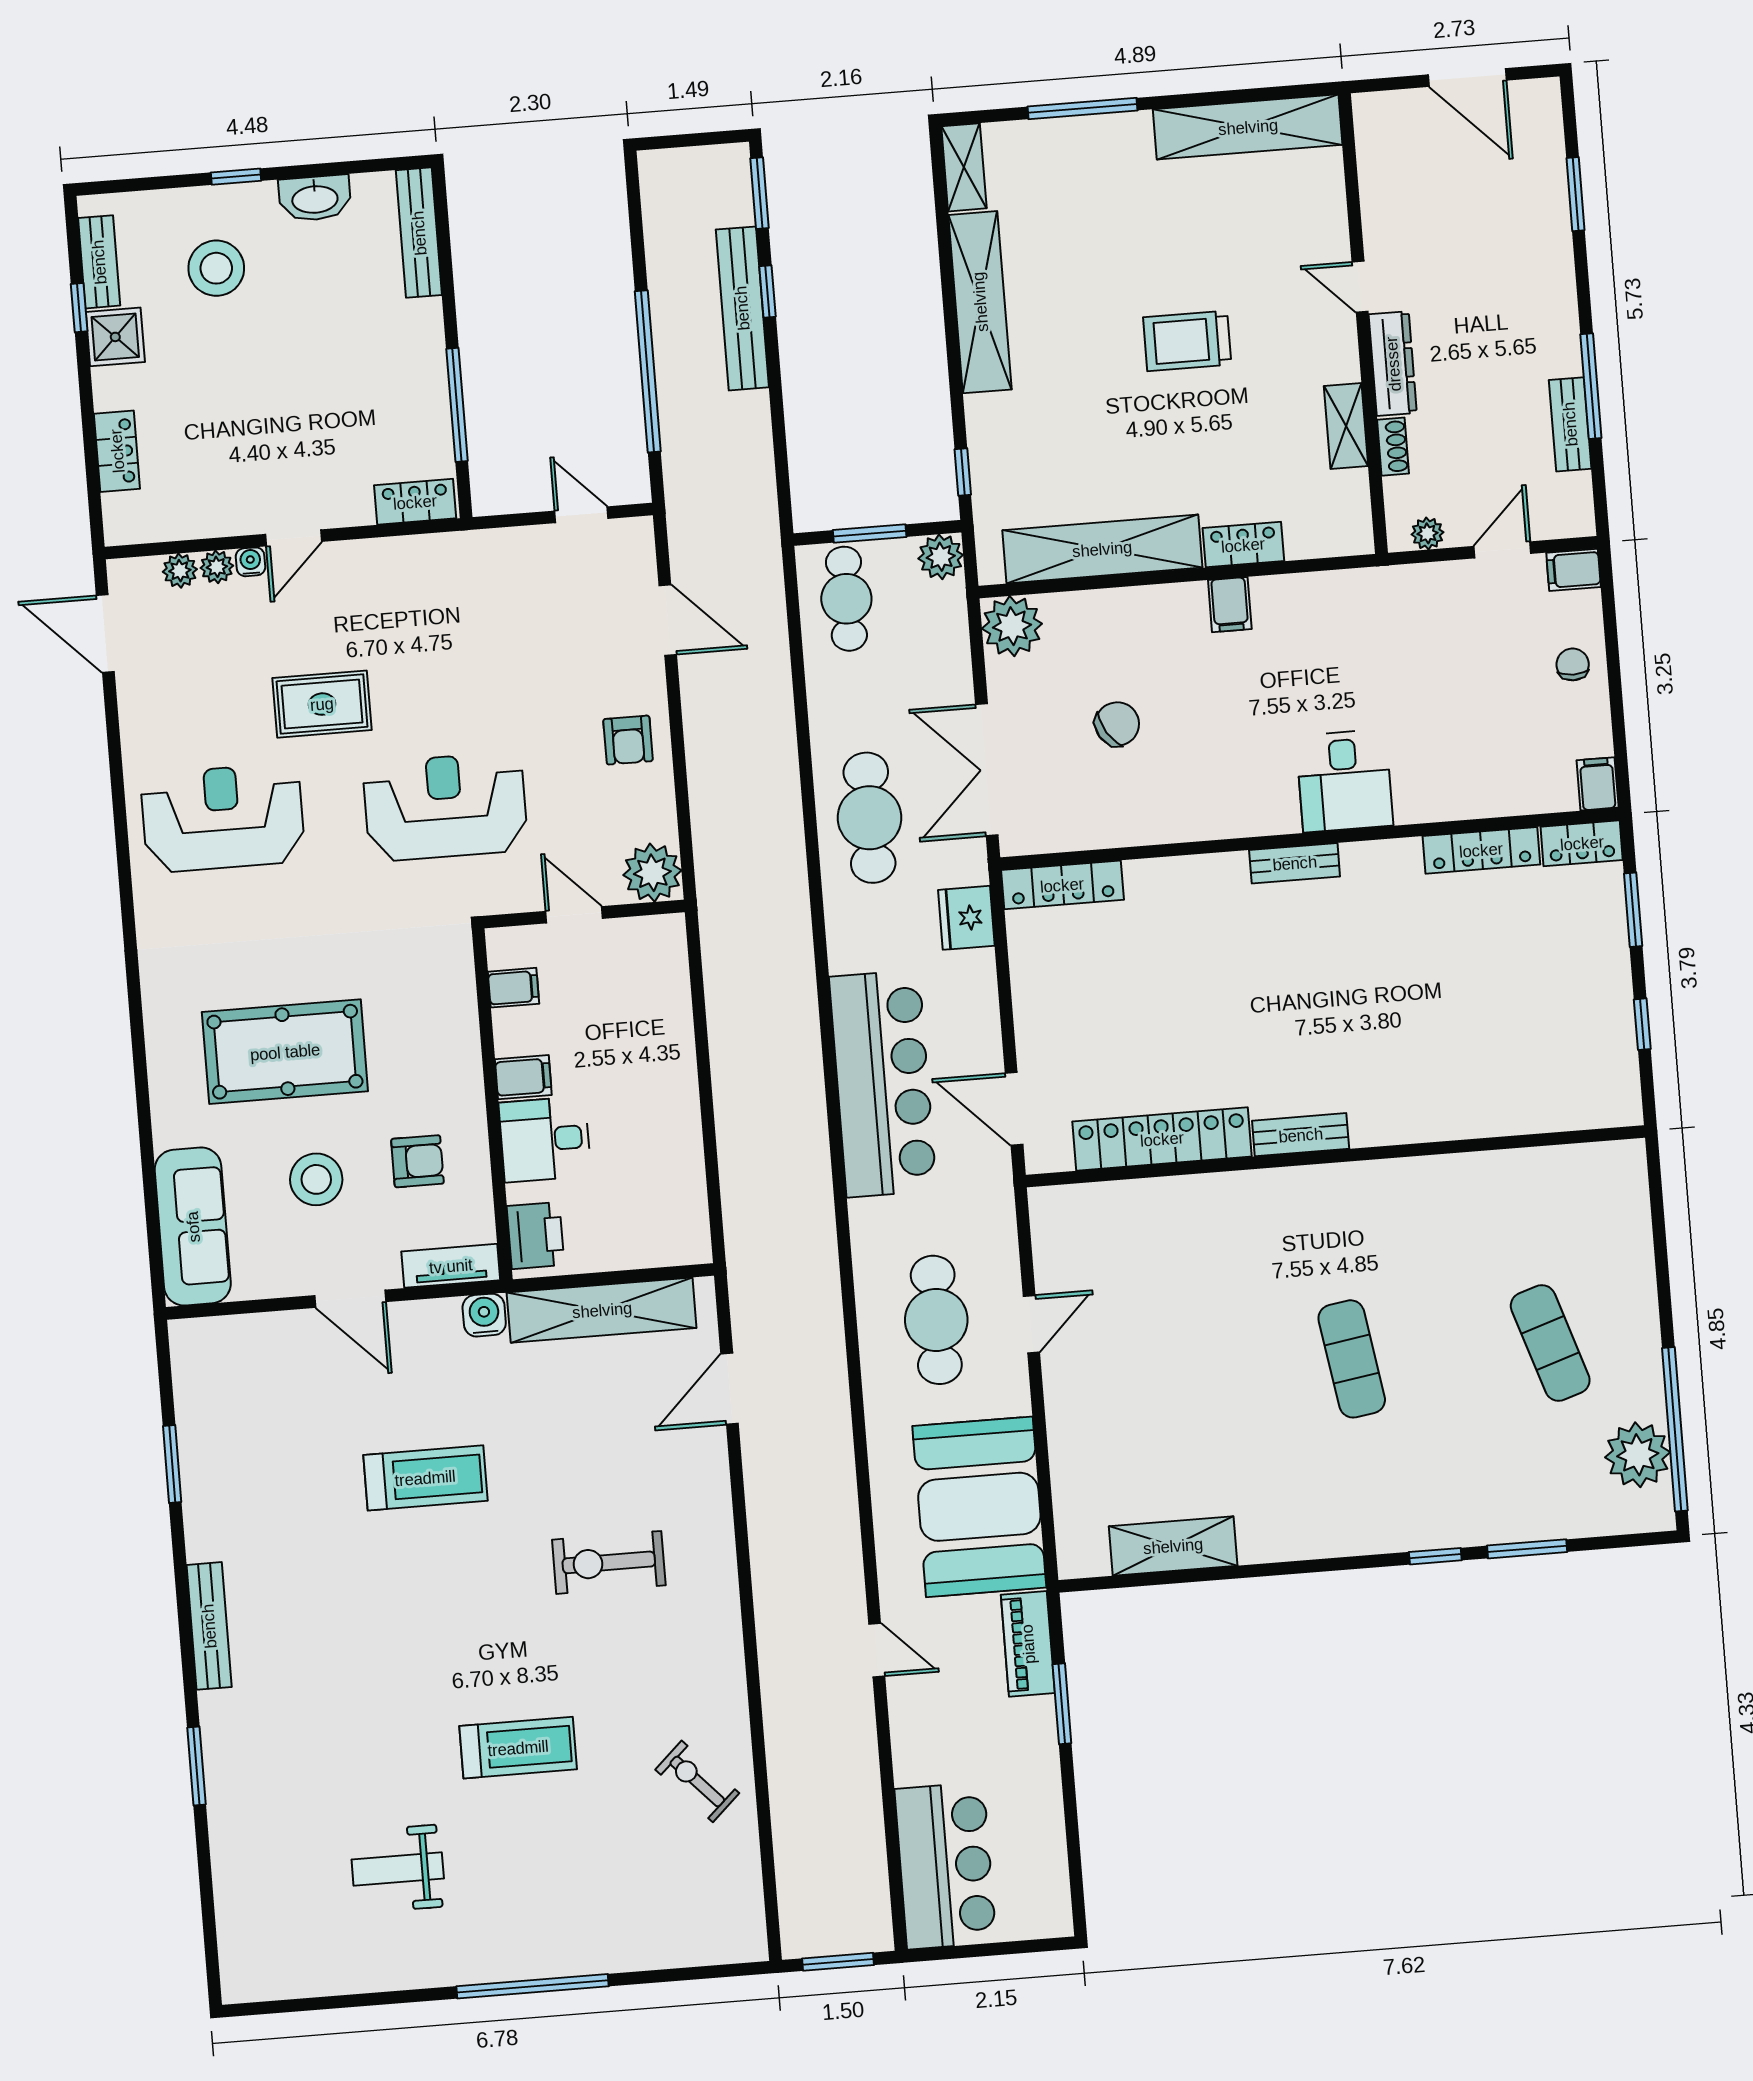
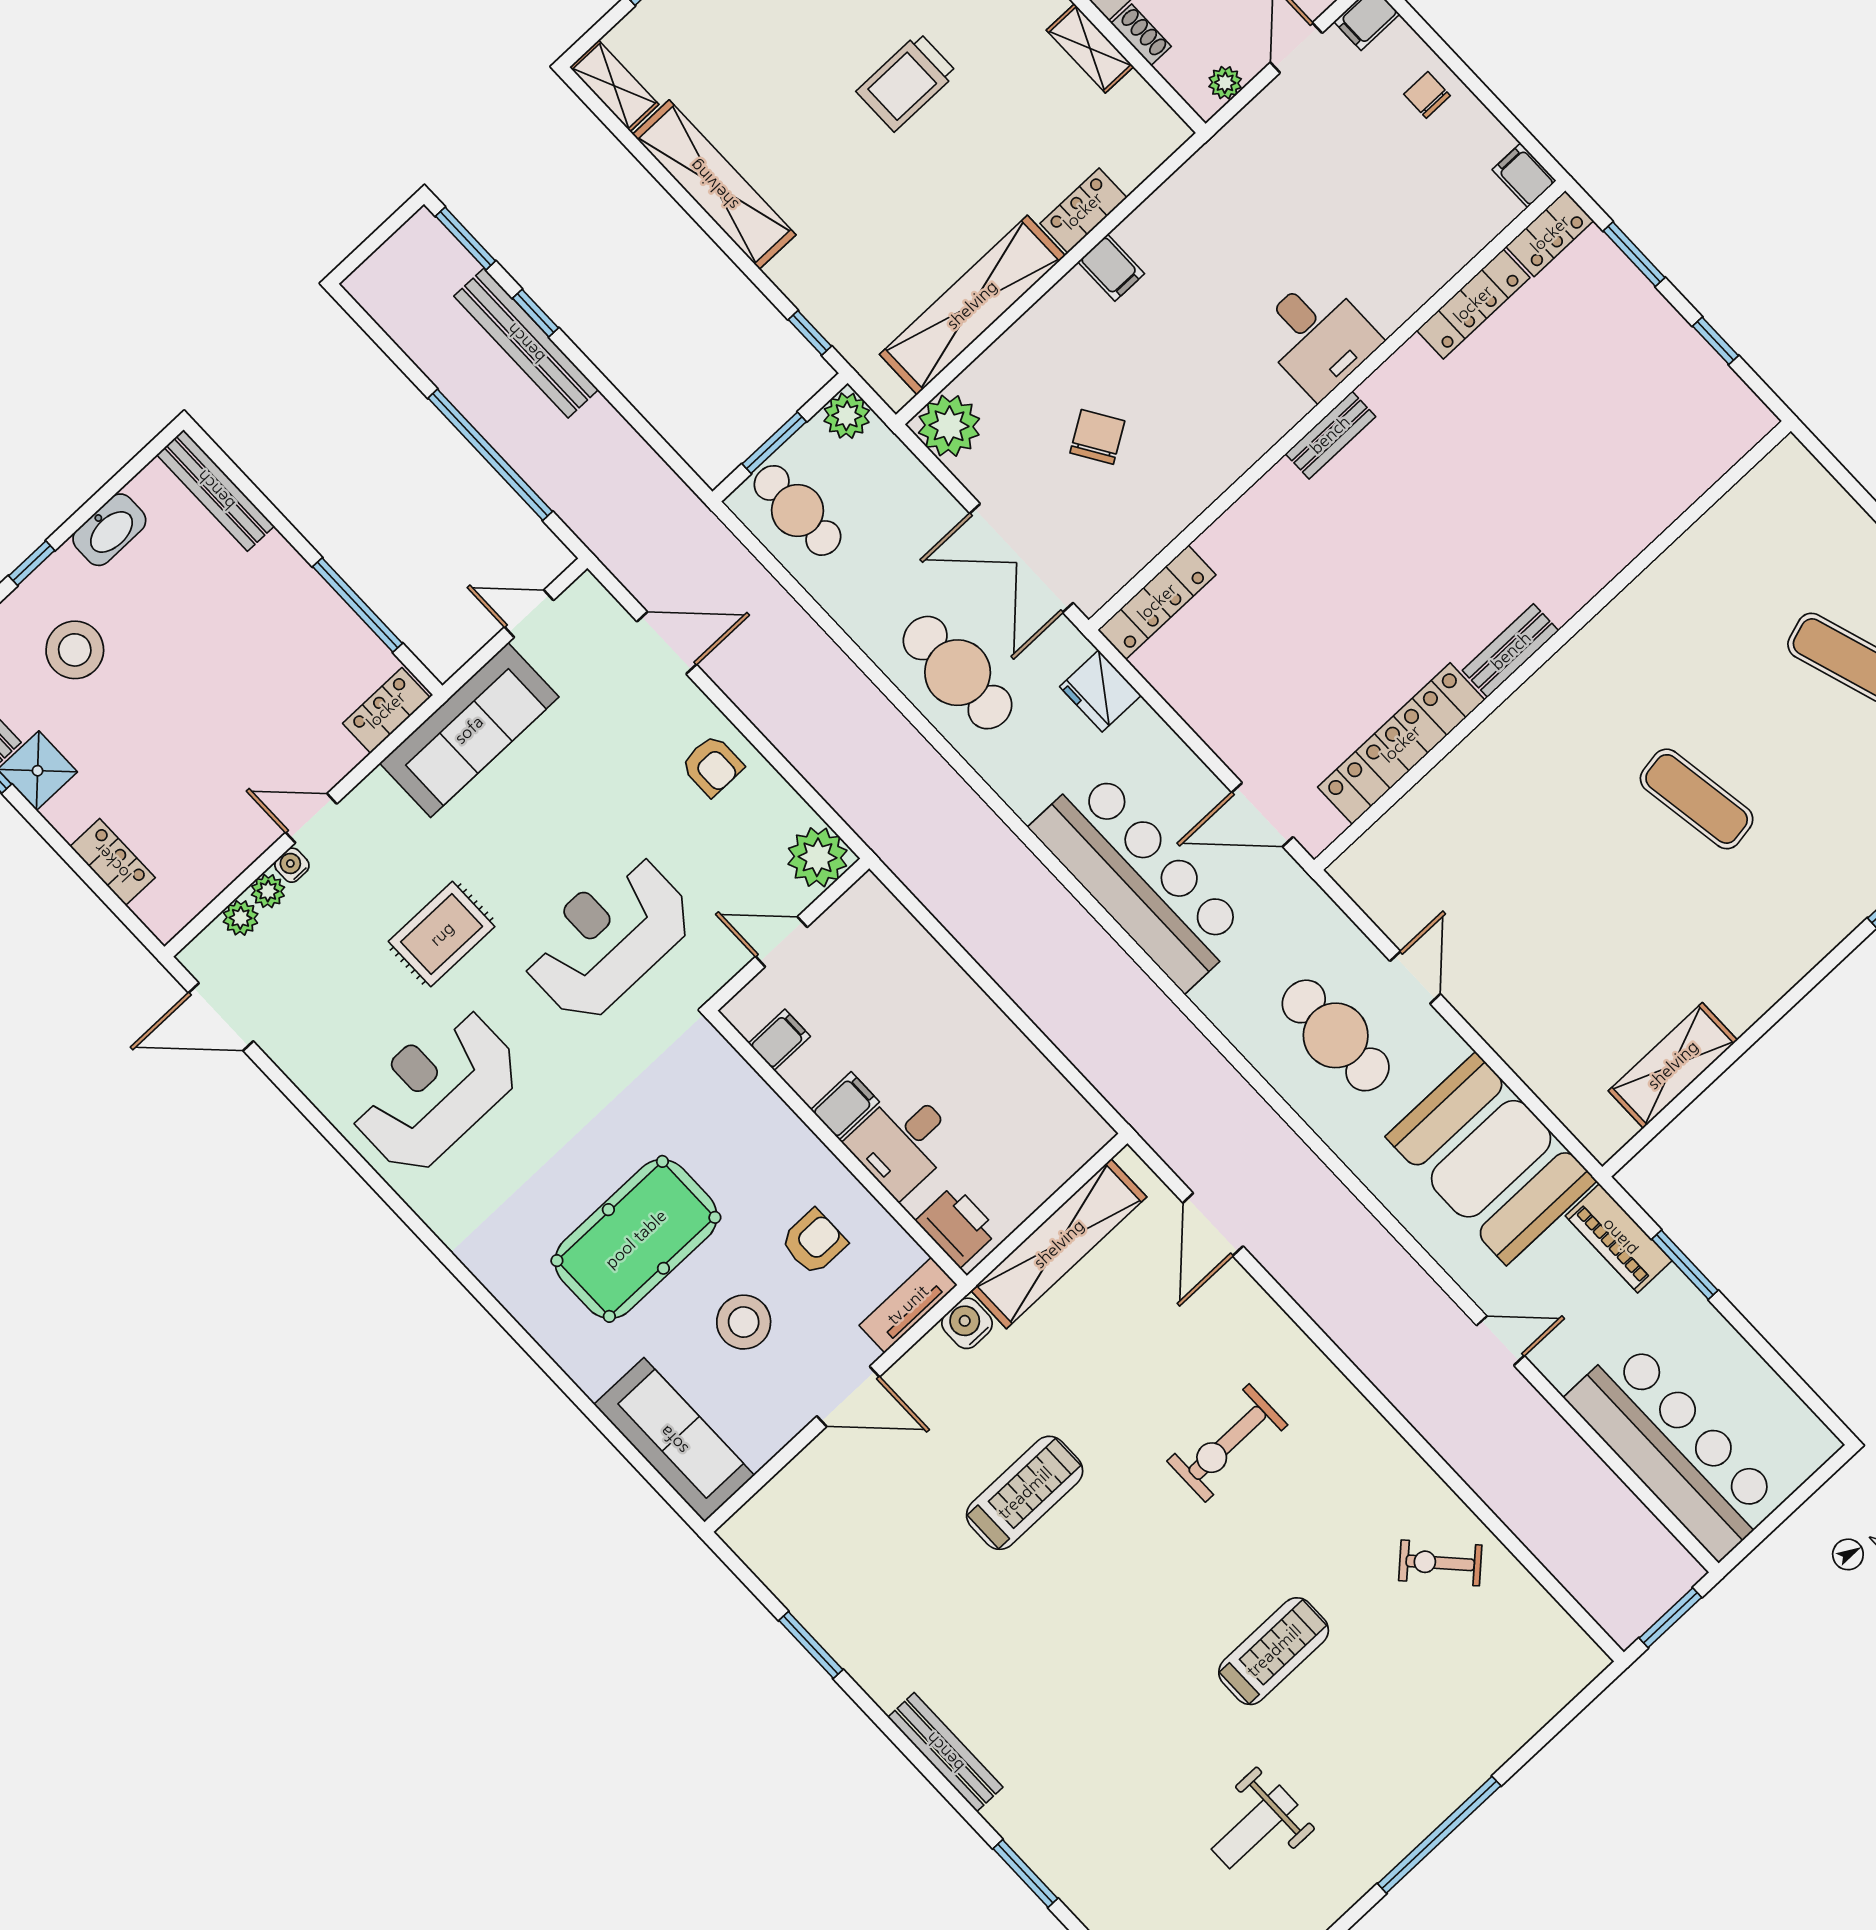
door: (293, 538) -> (311, 818), swing flipped
sofa: (466, 567) -> (469, 730), added
bar counter: (945, 1866) -> (1674, 1449), width x1.36

